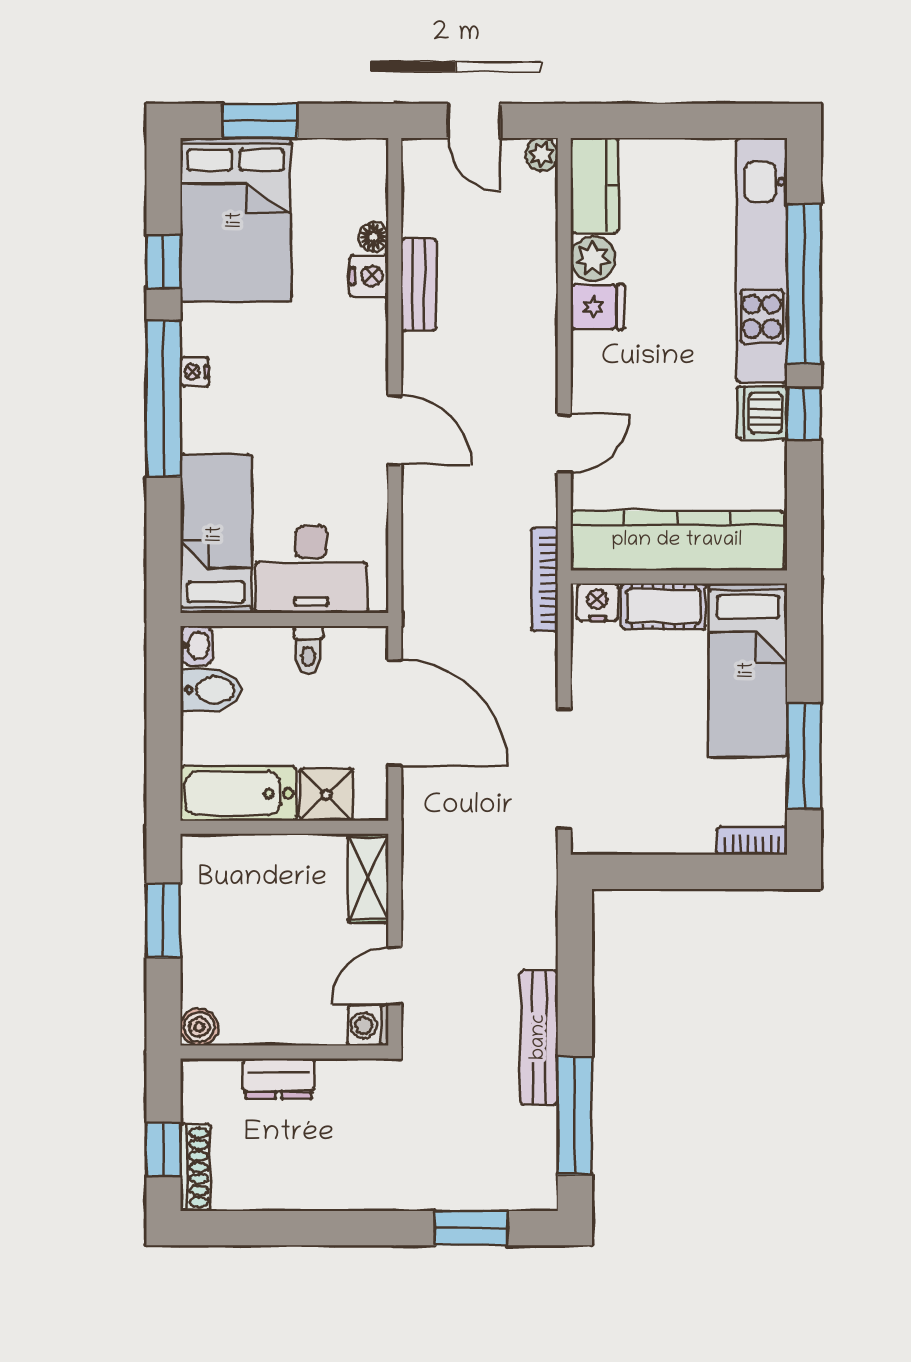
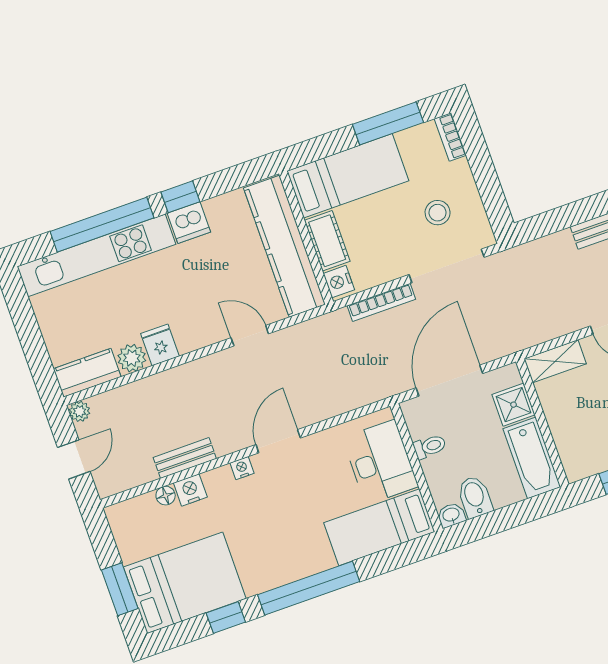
nightstand: (195, 372) -> (242, 468), moved, turned 180
bookcase: (545, 580) -> (381, 303), moved
stool: (647, 783) -> (438, 213), added

